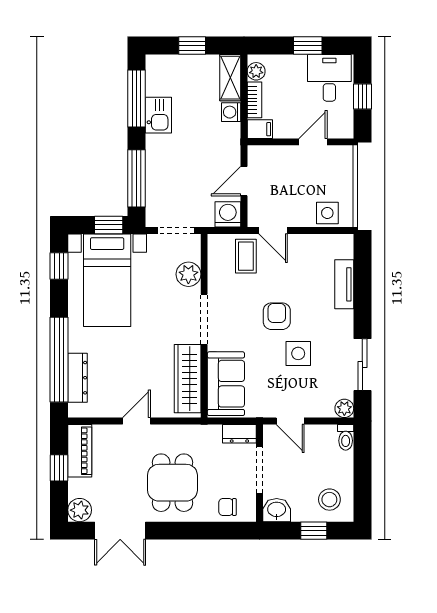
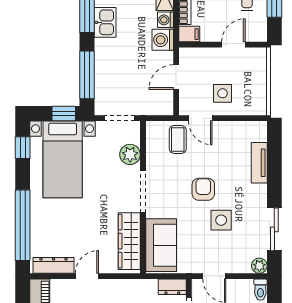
side table: (327, 213) -> (223, 93), moved
washing machine: (228, 214) -> (163, 40), moved, turned -90
dresser: (78, 378) -> (53, 265), moved, turned -90

